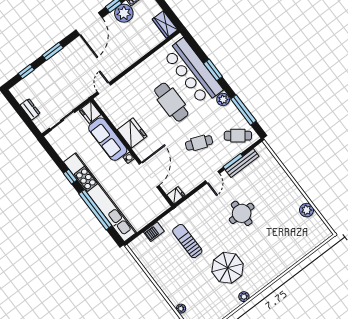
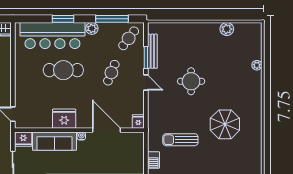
plant: (244, 297) -> (257, 65), moved

